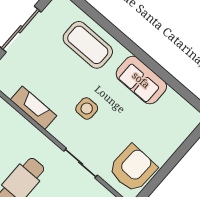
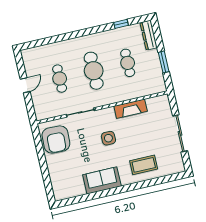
coffee table: (88, 45) -> (144, 165), width x0.73, depth x0.76

